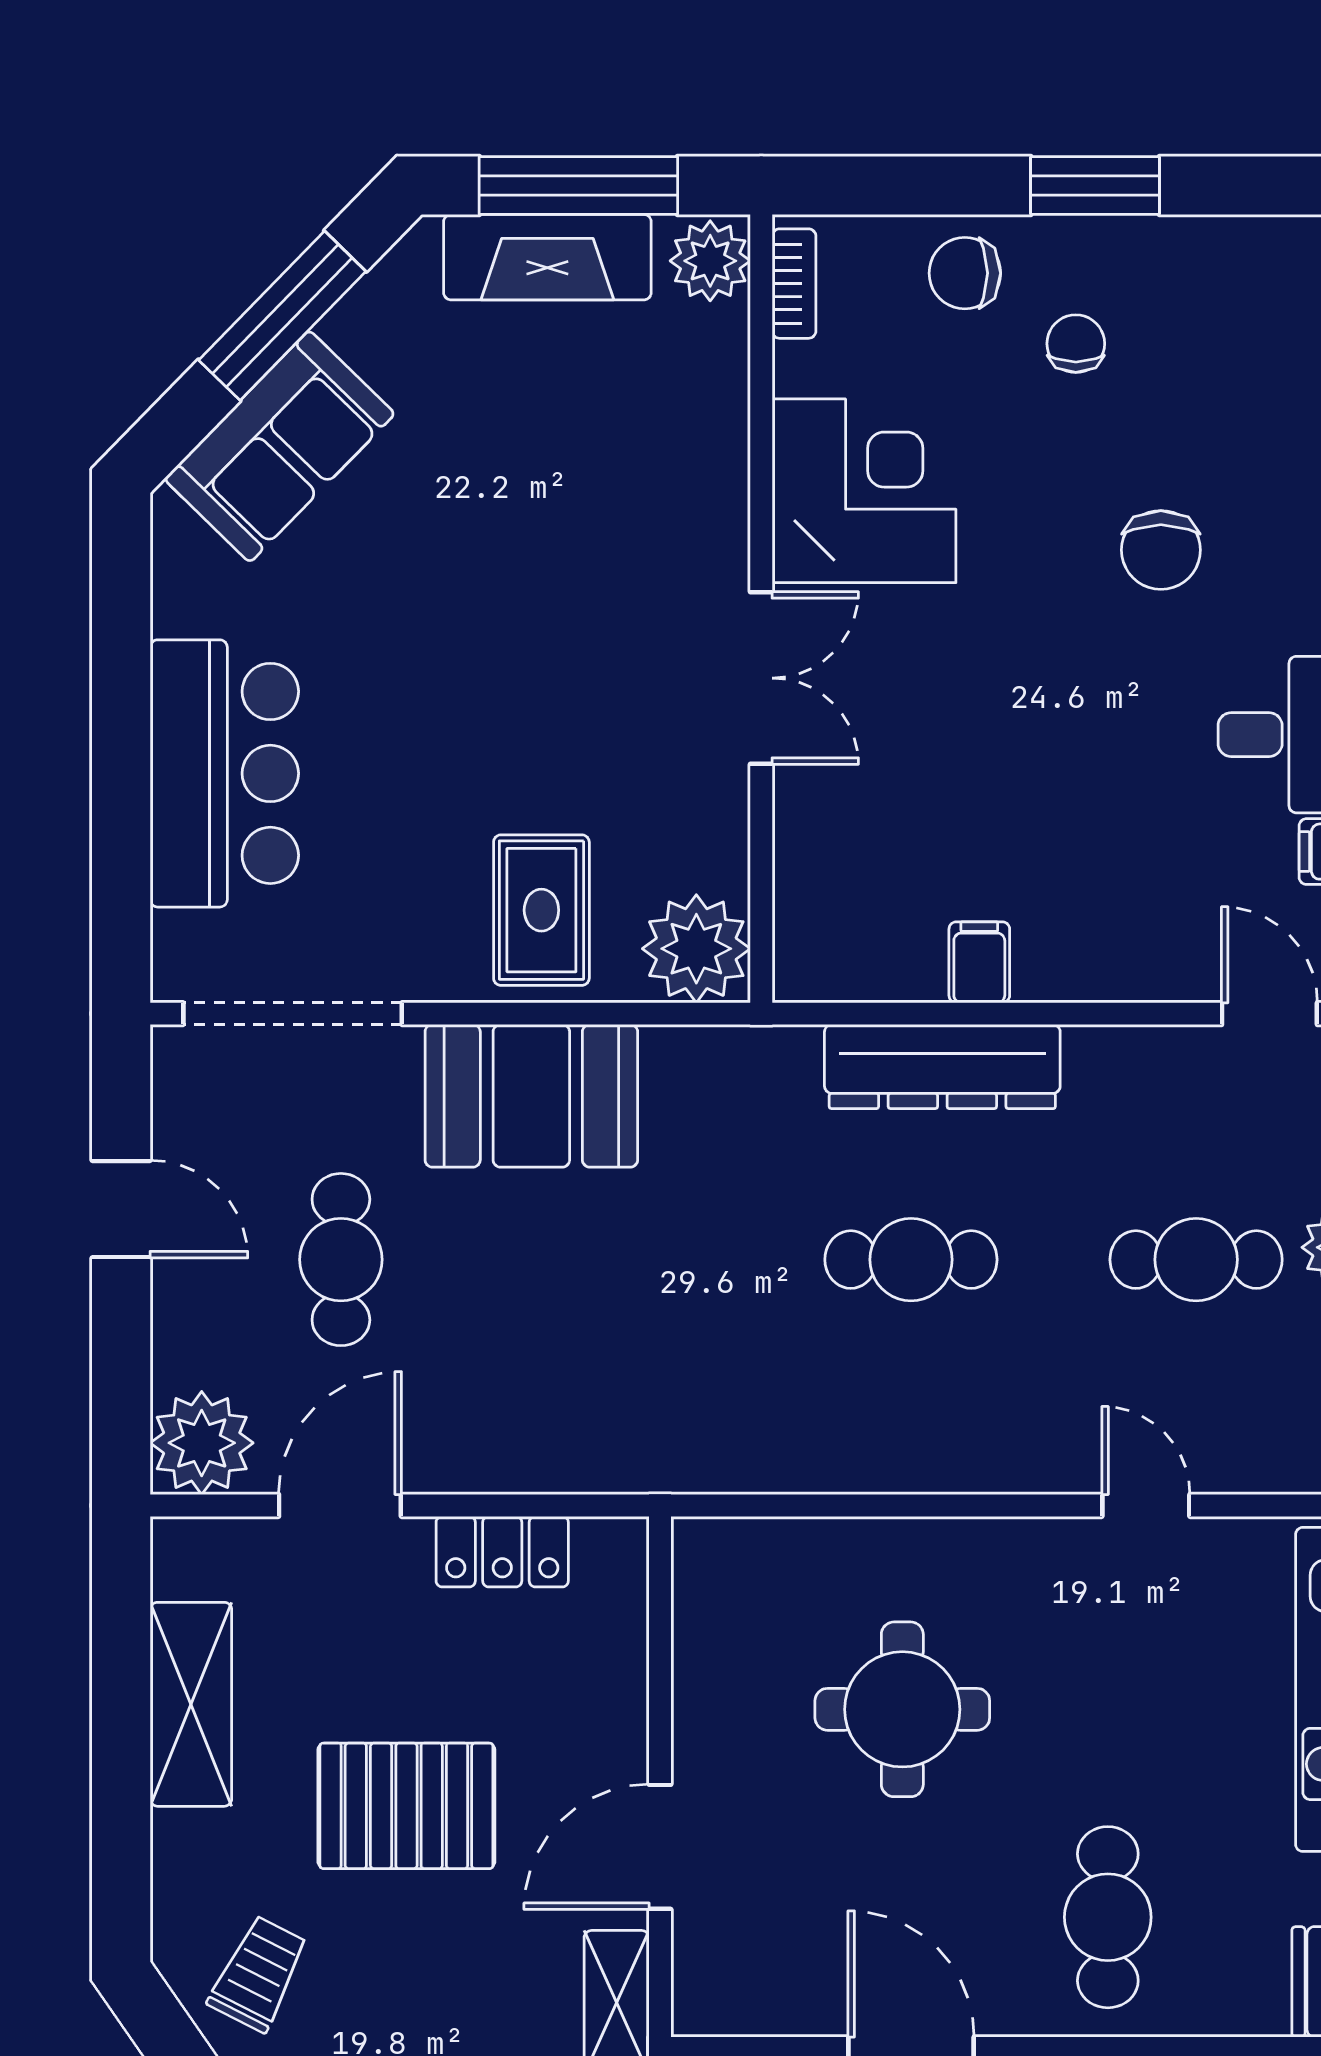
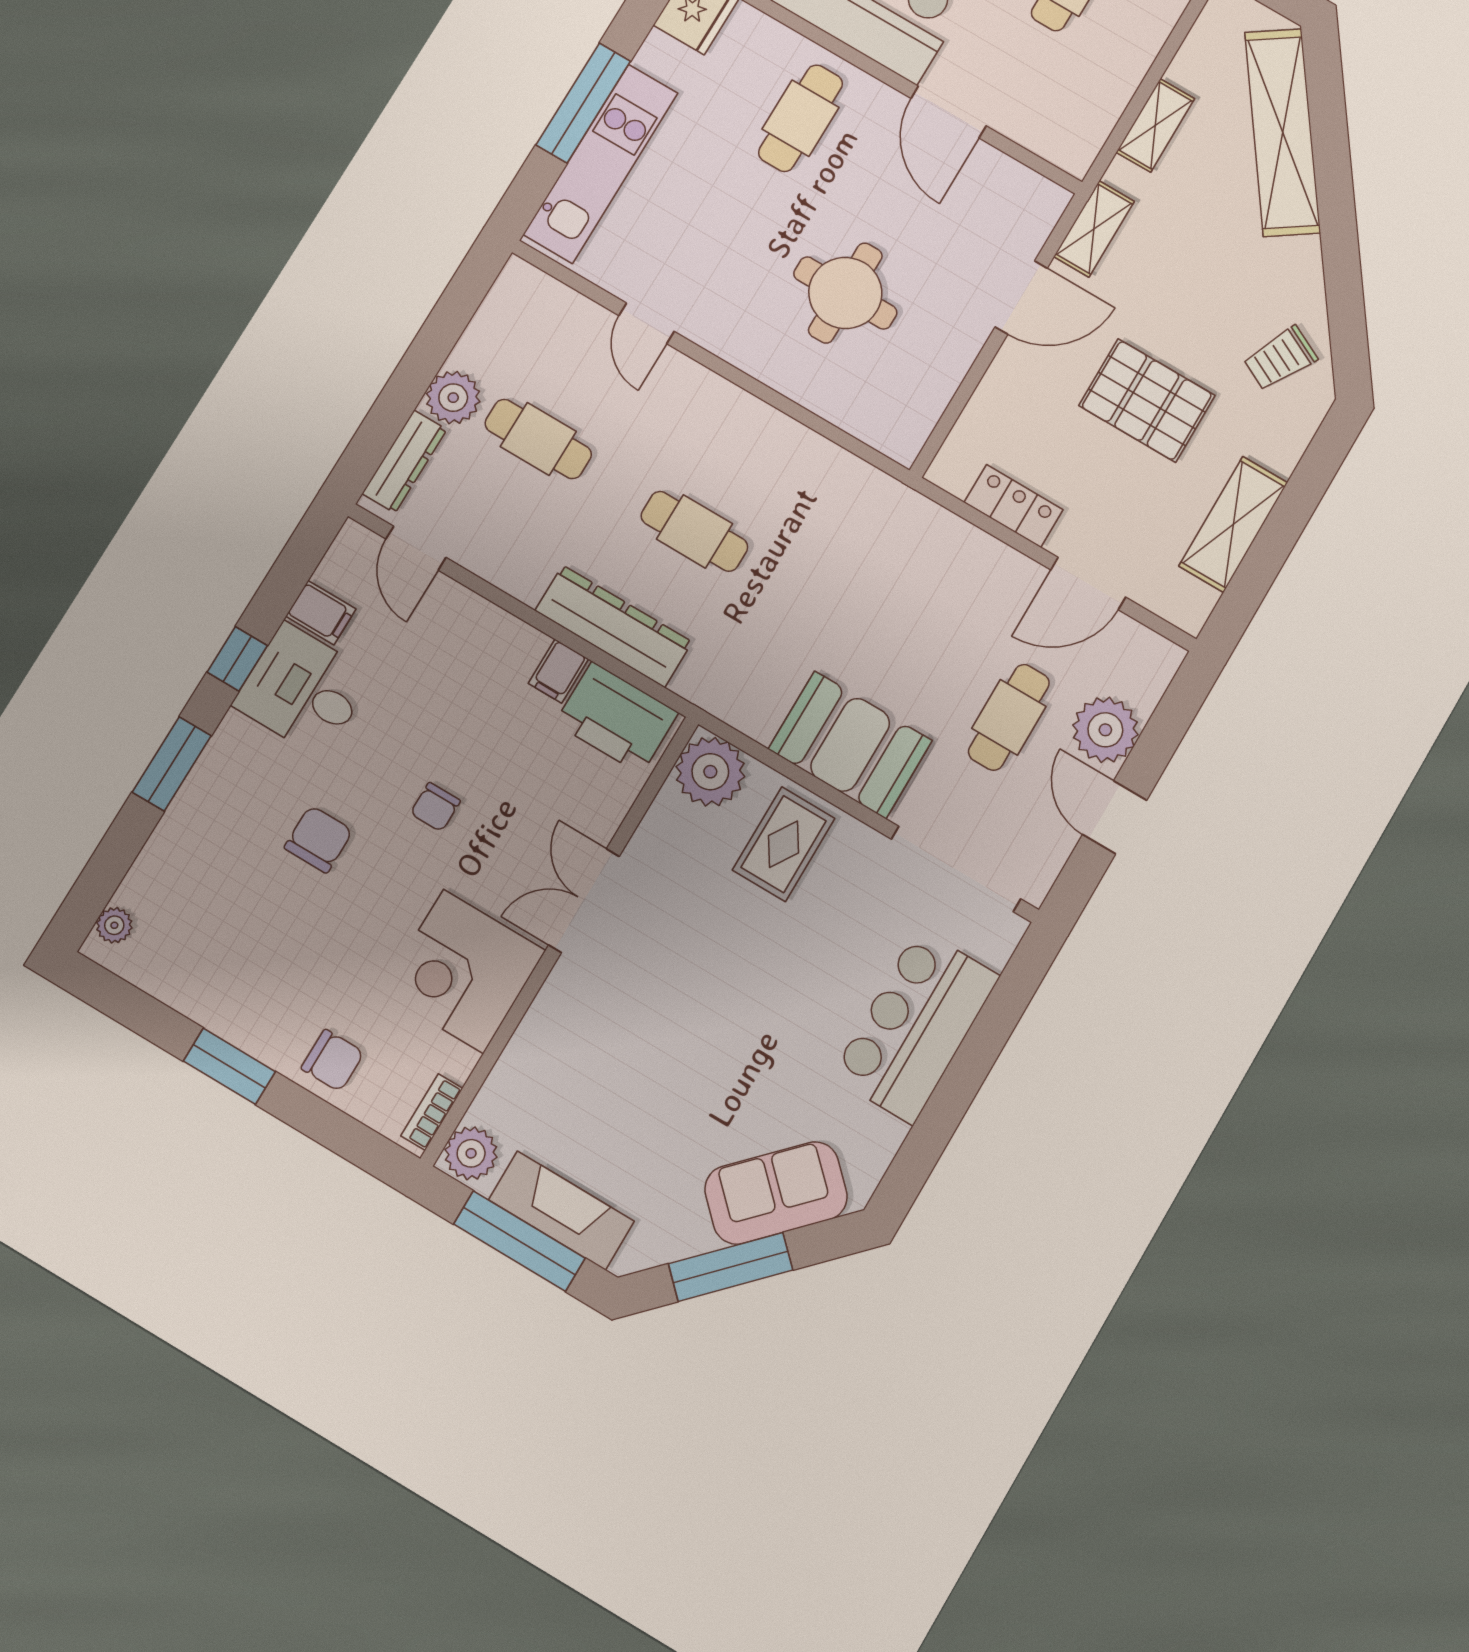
chair: (1076, 344) -> (435, 807), moved
printer: (864, 946) -> (617, 718), added
plant: (202, 1443) -> (1105, 730), moved

